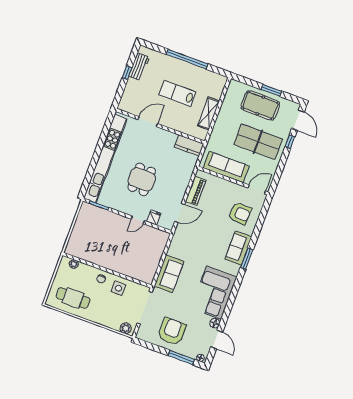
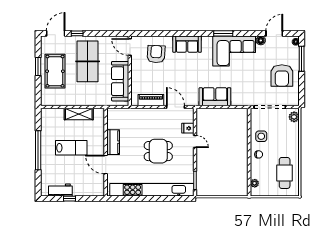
lab bench: (177, 93) -> (71, 148), turned -90
kitchen counter: (189, 145) -> (113, 142), moved
window: (247, 259) -> (223, 33), moved
sofa: (169, 274) -> (215, 97), moved
armchair: (172, 331) -> (282, 76), turned -90

